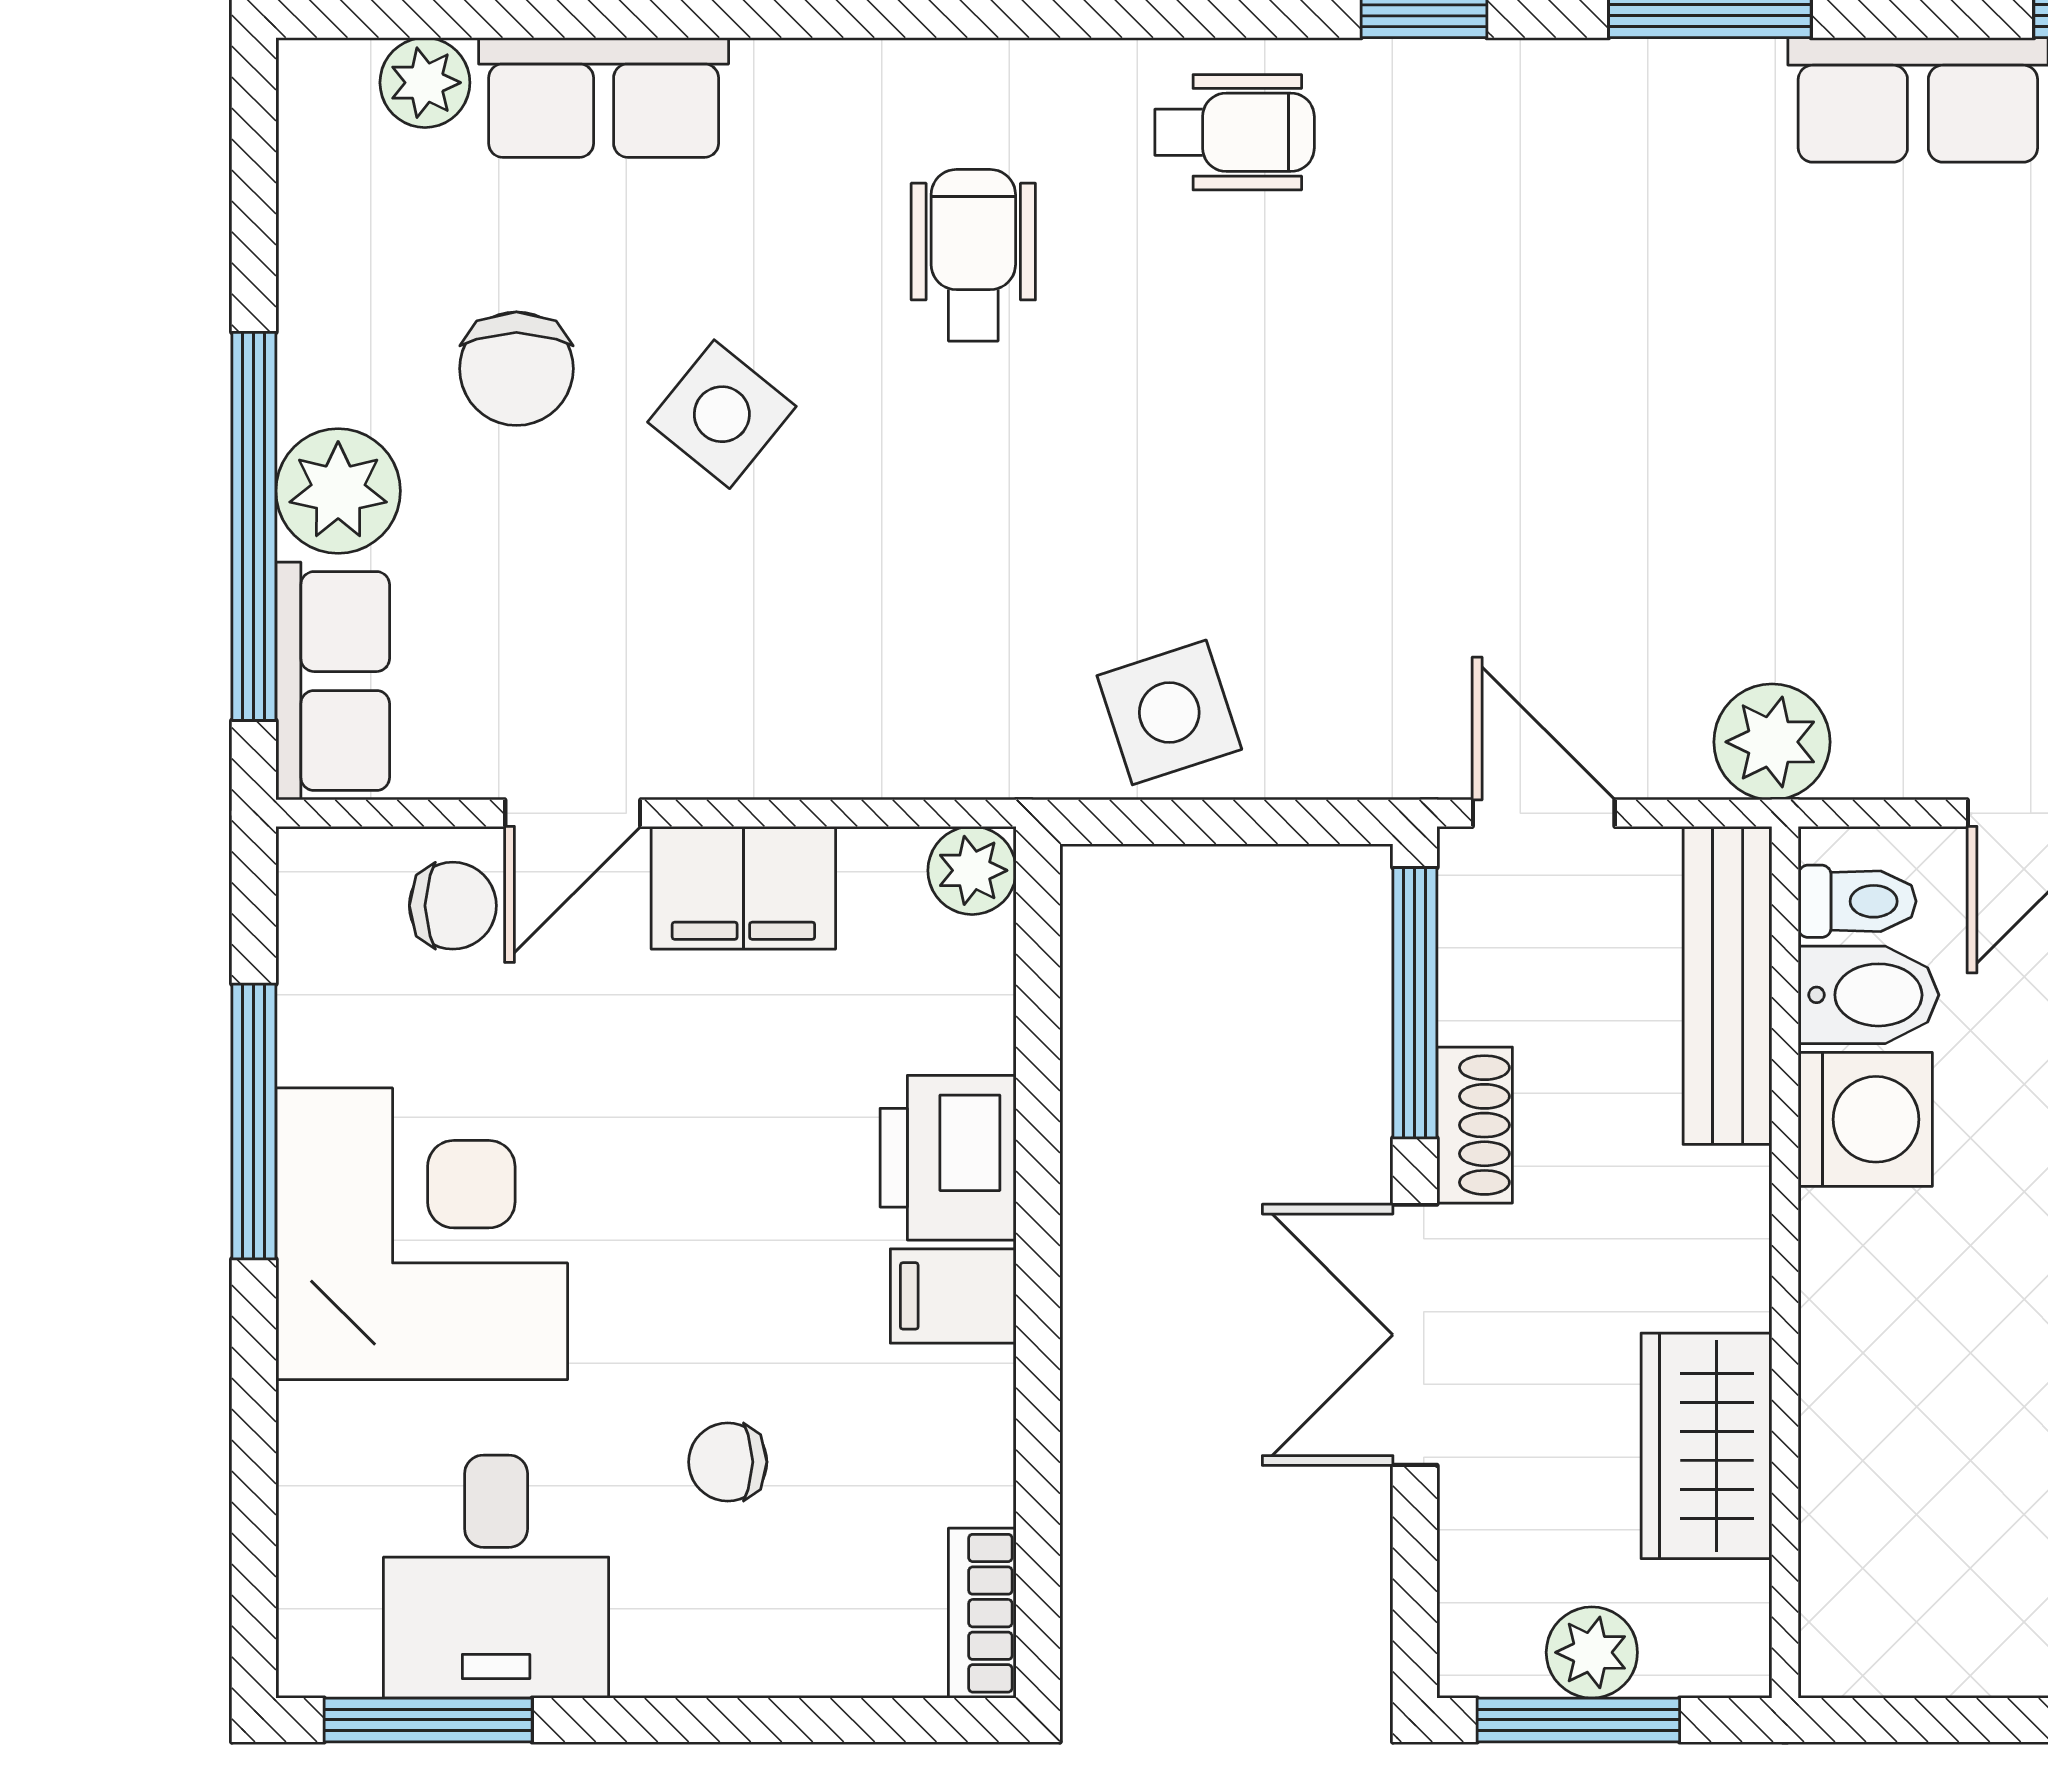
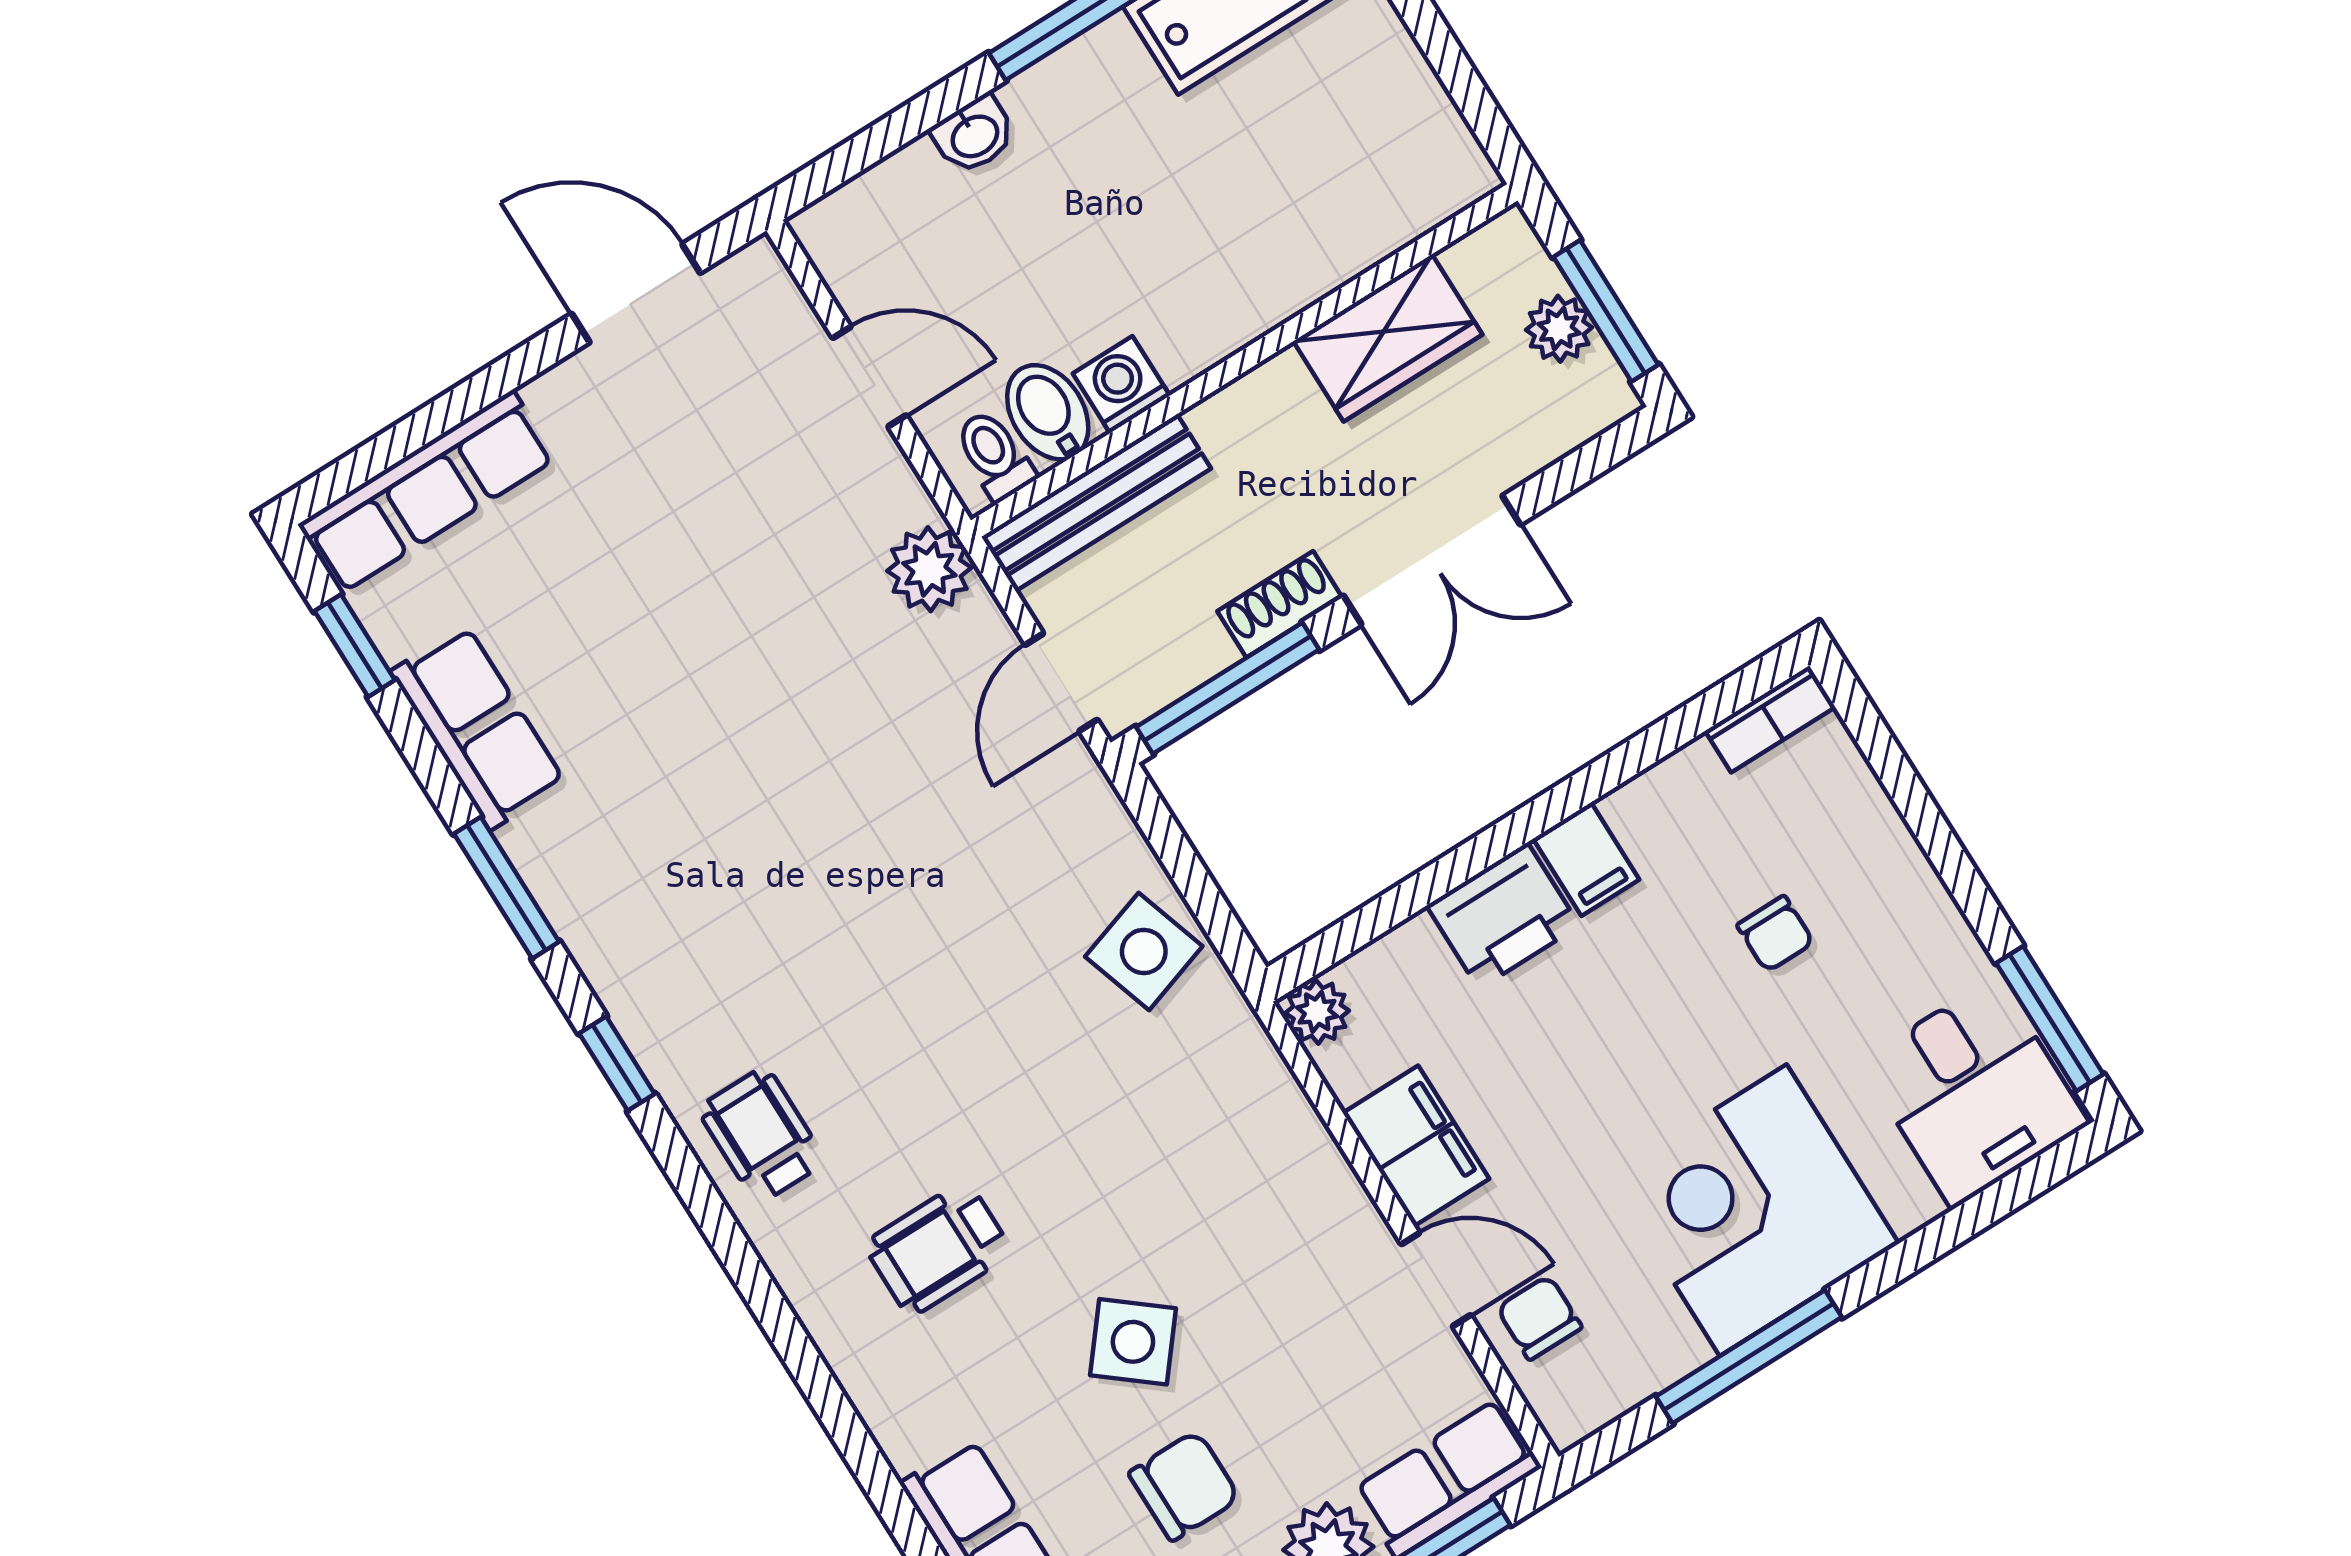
washing machine: (1865, 1119) -> (1121, 385), width x0.73, depth x0.73
desk: (496, 1577) -> (1974, 1092), moved, turned 90

